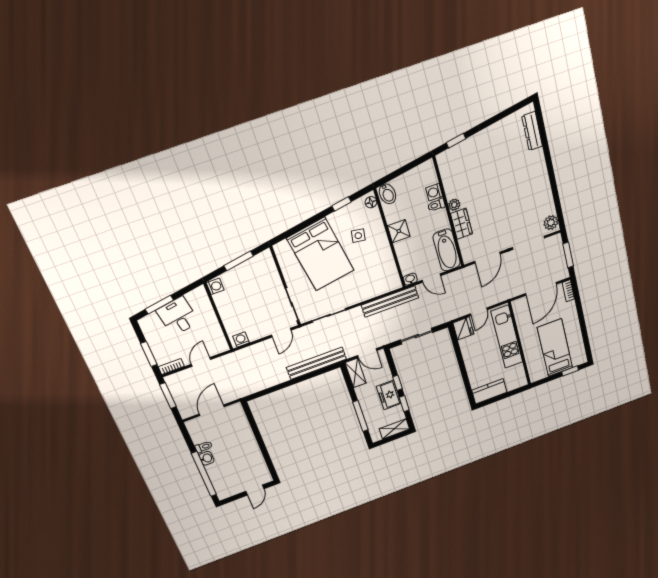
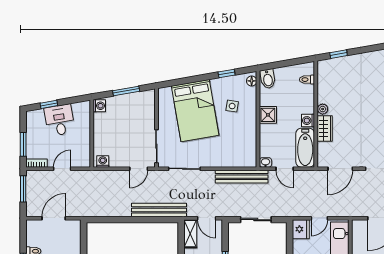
washing machine: (434, 192) -> (308, 121), moved
toilet: (436, 205) -> (307, 80), moved
window: (159, 305) -> (49, 104), width x0.67

